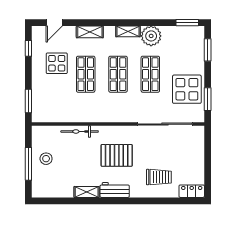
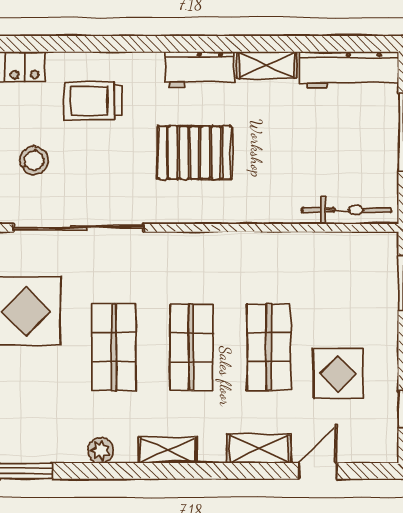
door: (54, 23) -> (318, 471), moved
plant: (151, 36) -> (101, 450), width x0.53, depth x0.53
bicycle: (80, 131) -> (347, 210), moved
stool: (46, 159) -> (34, 160), moved
workbench: (52, 190) -> (349, 70), added

